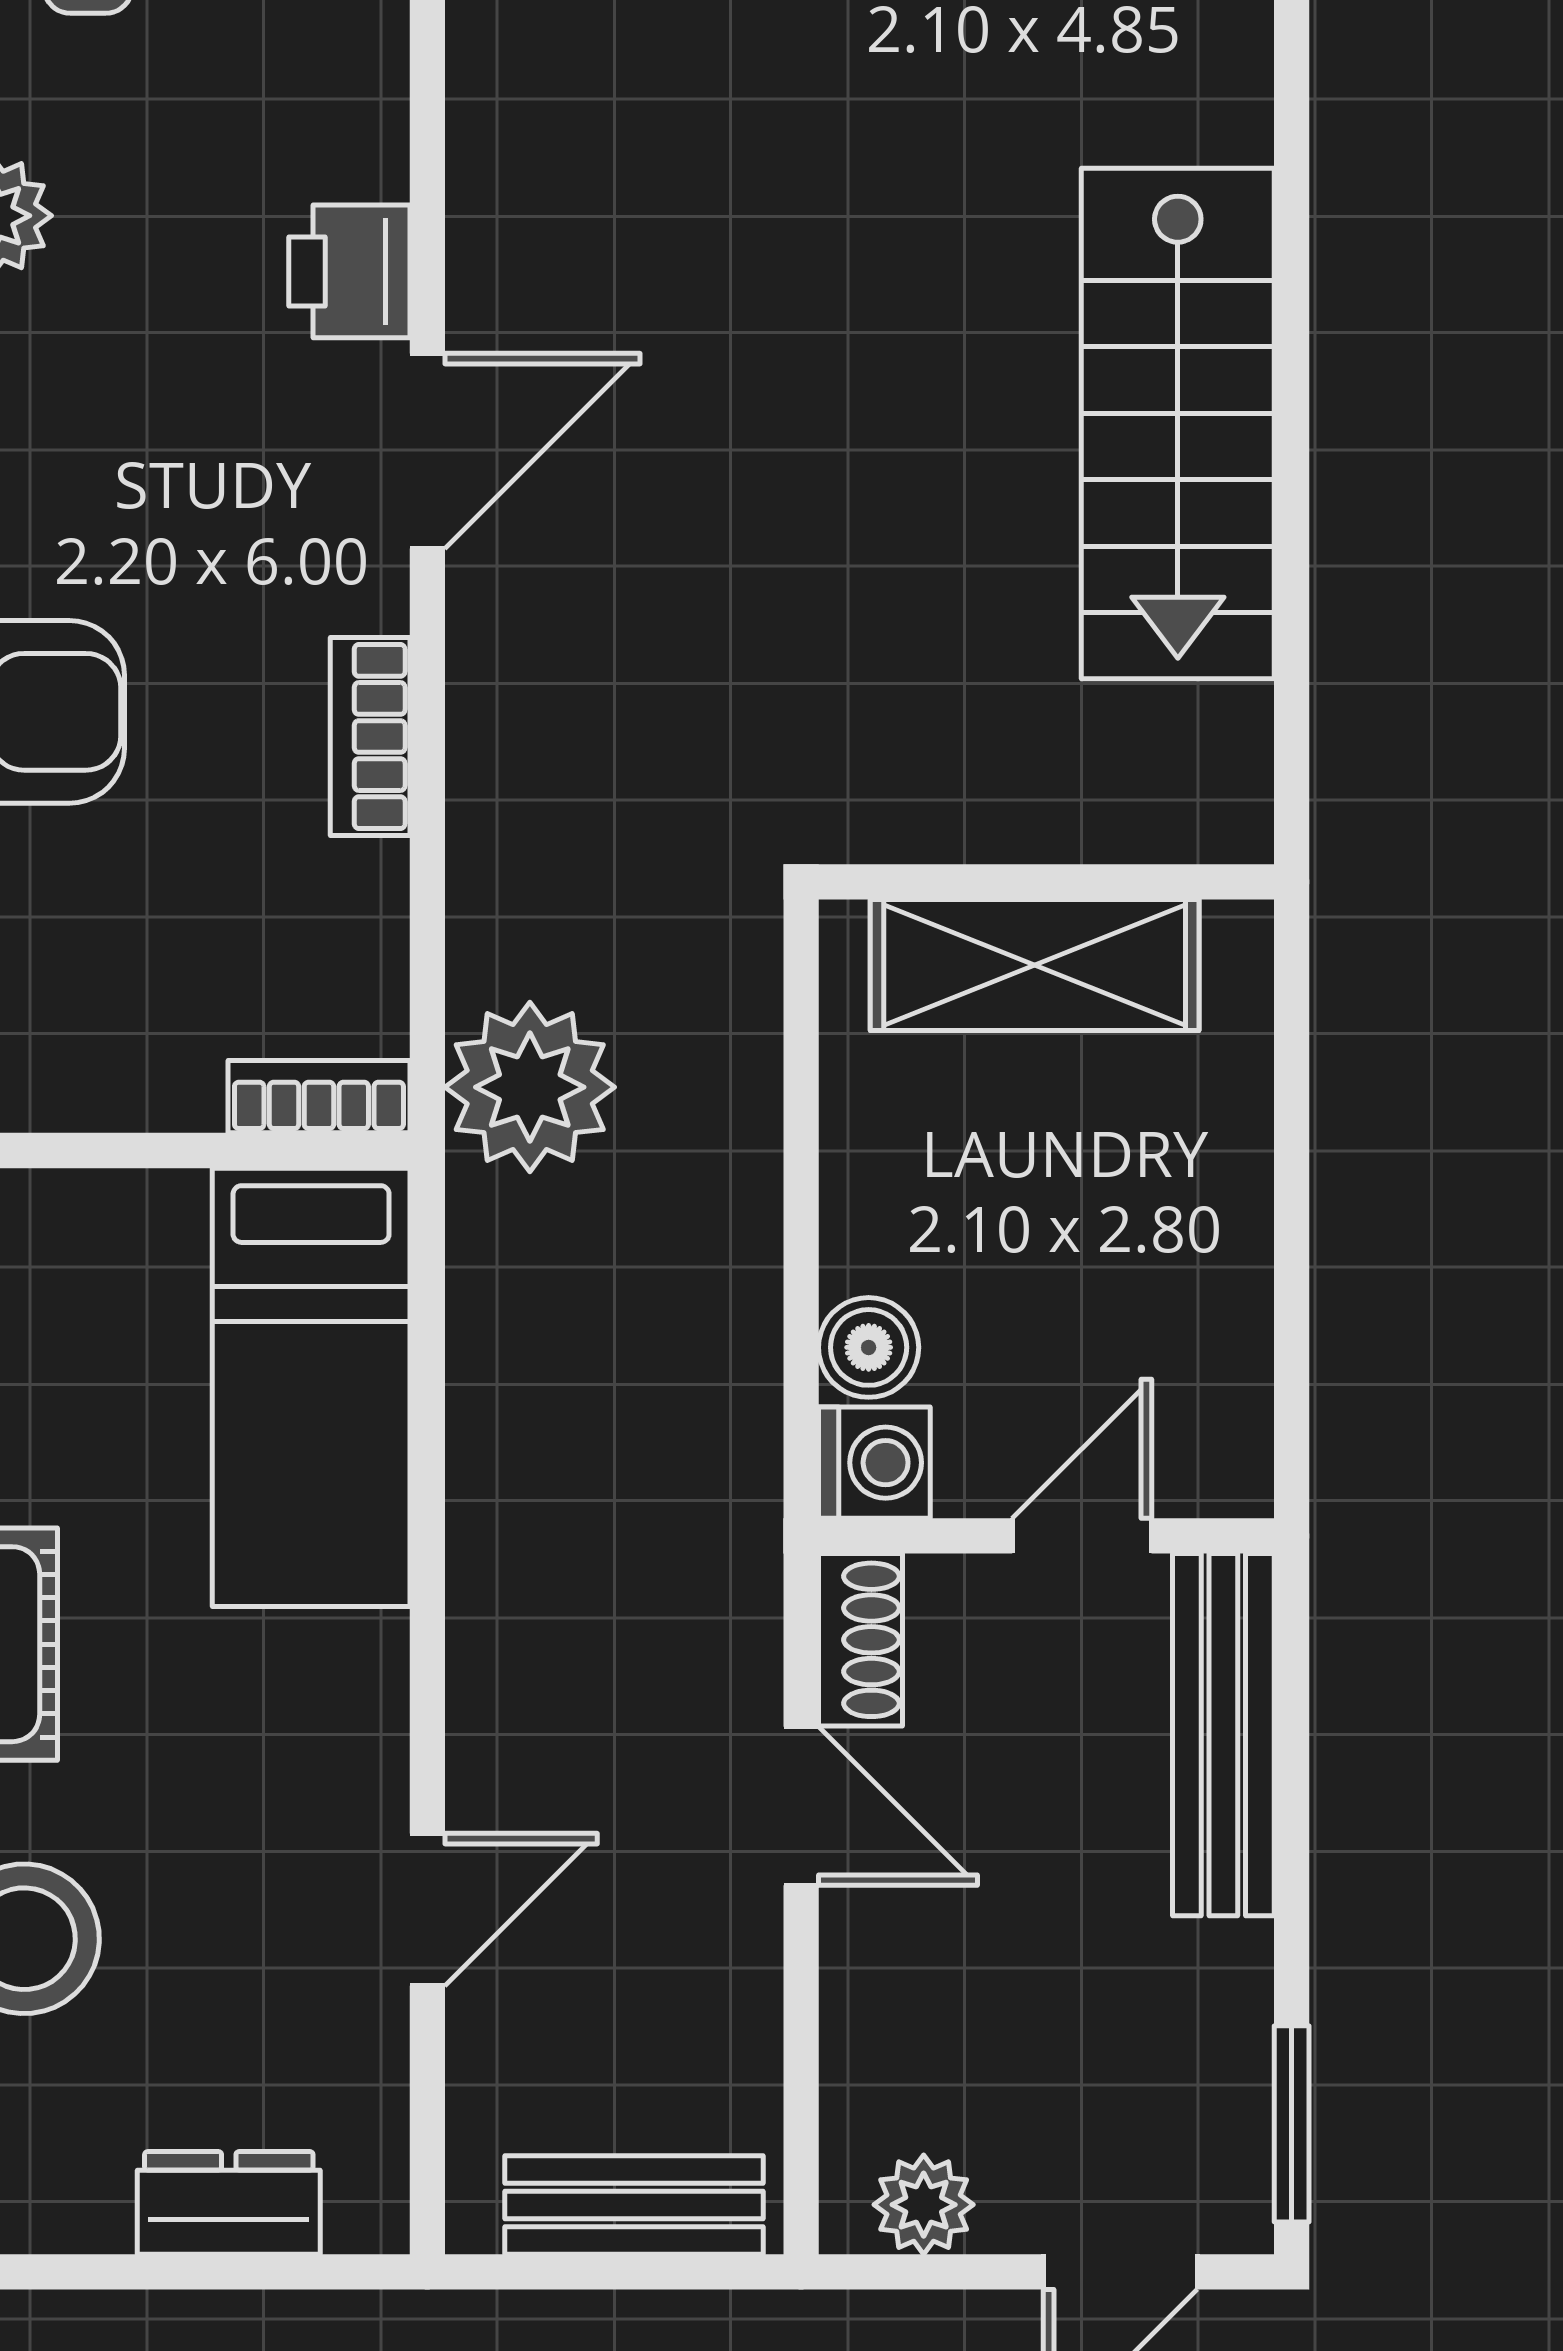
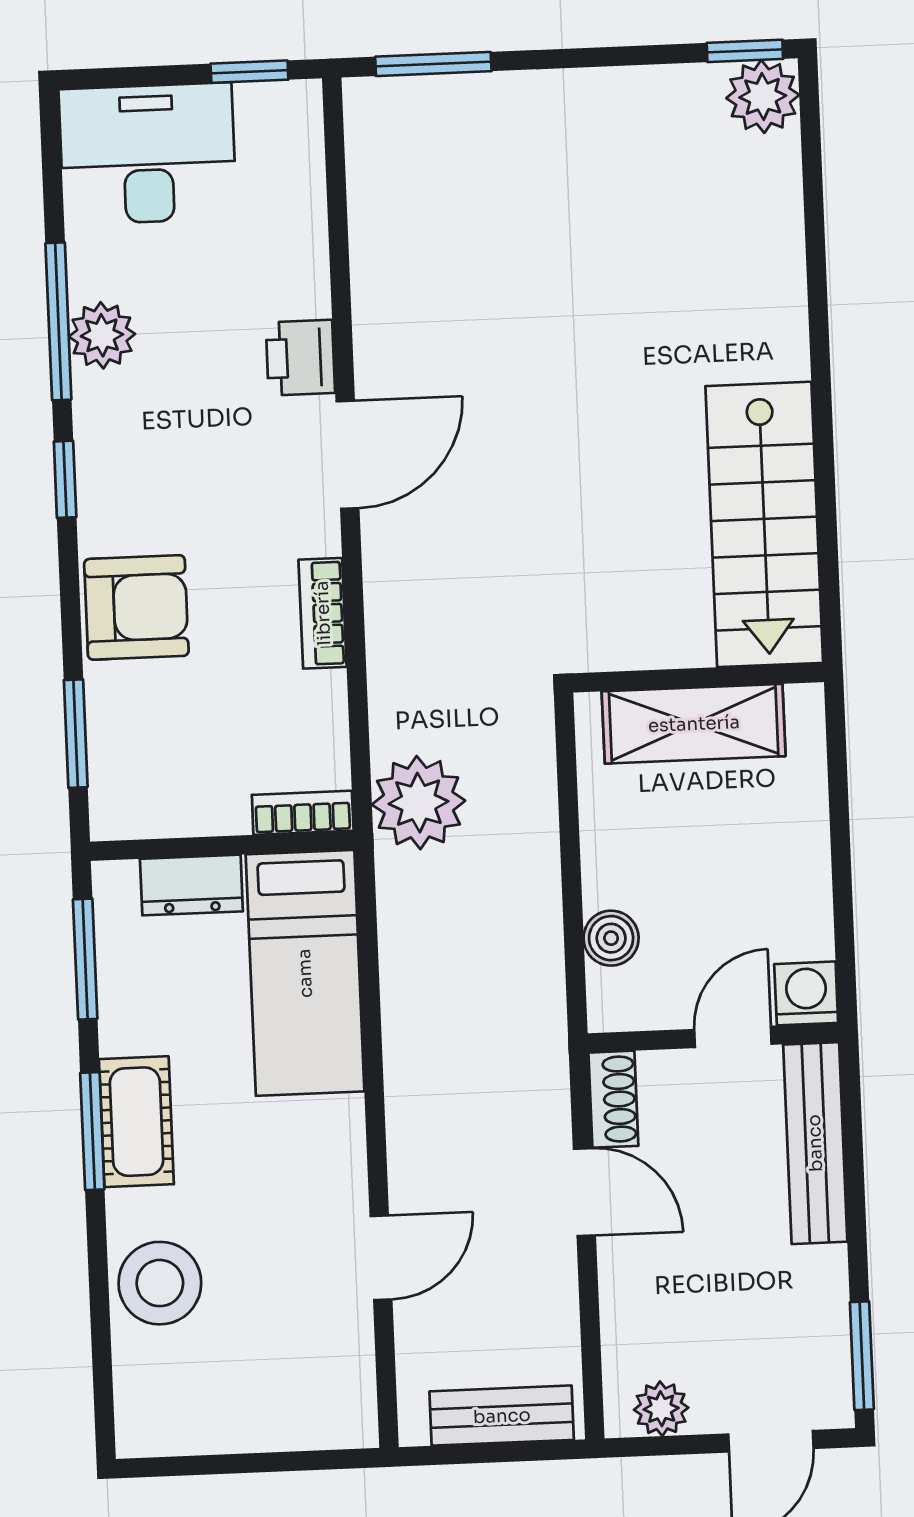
stairs: (1178, 423) -> (764, 524), moved
washing machine: (874, 1463) -> (806, 993), moved, turned -90
dresser: (229, 2203) -> (191, 885), moved, turned 180

